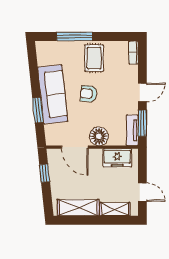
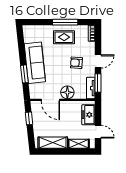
window: (75, 37) -> (65, 22), moved
rug: (94, 58) -> (64, 37), turned 90
armchair: (89, 94) -> (76, 63), moved
freezer: (117, 158) -> (88, 115), moved, turned 90

